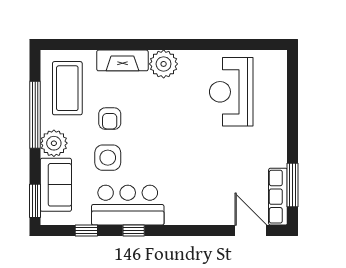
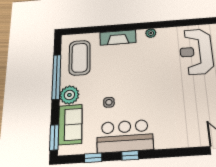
plant: (164, 64) -> (151, 33), width x0.53, depth x0.53
armchair: (110, 119) -> (110, 75), removed
side table: (108, 158) -> (109, 102), width x0.54, depth x0.54

